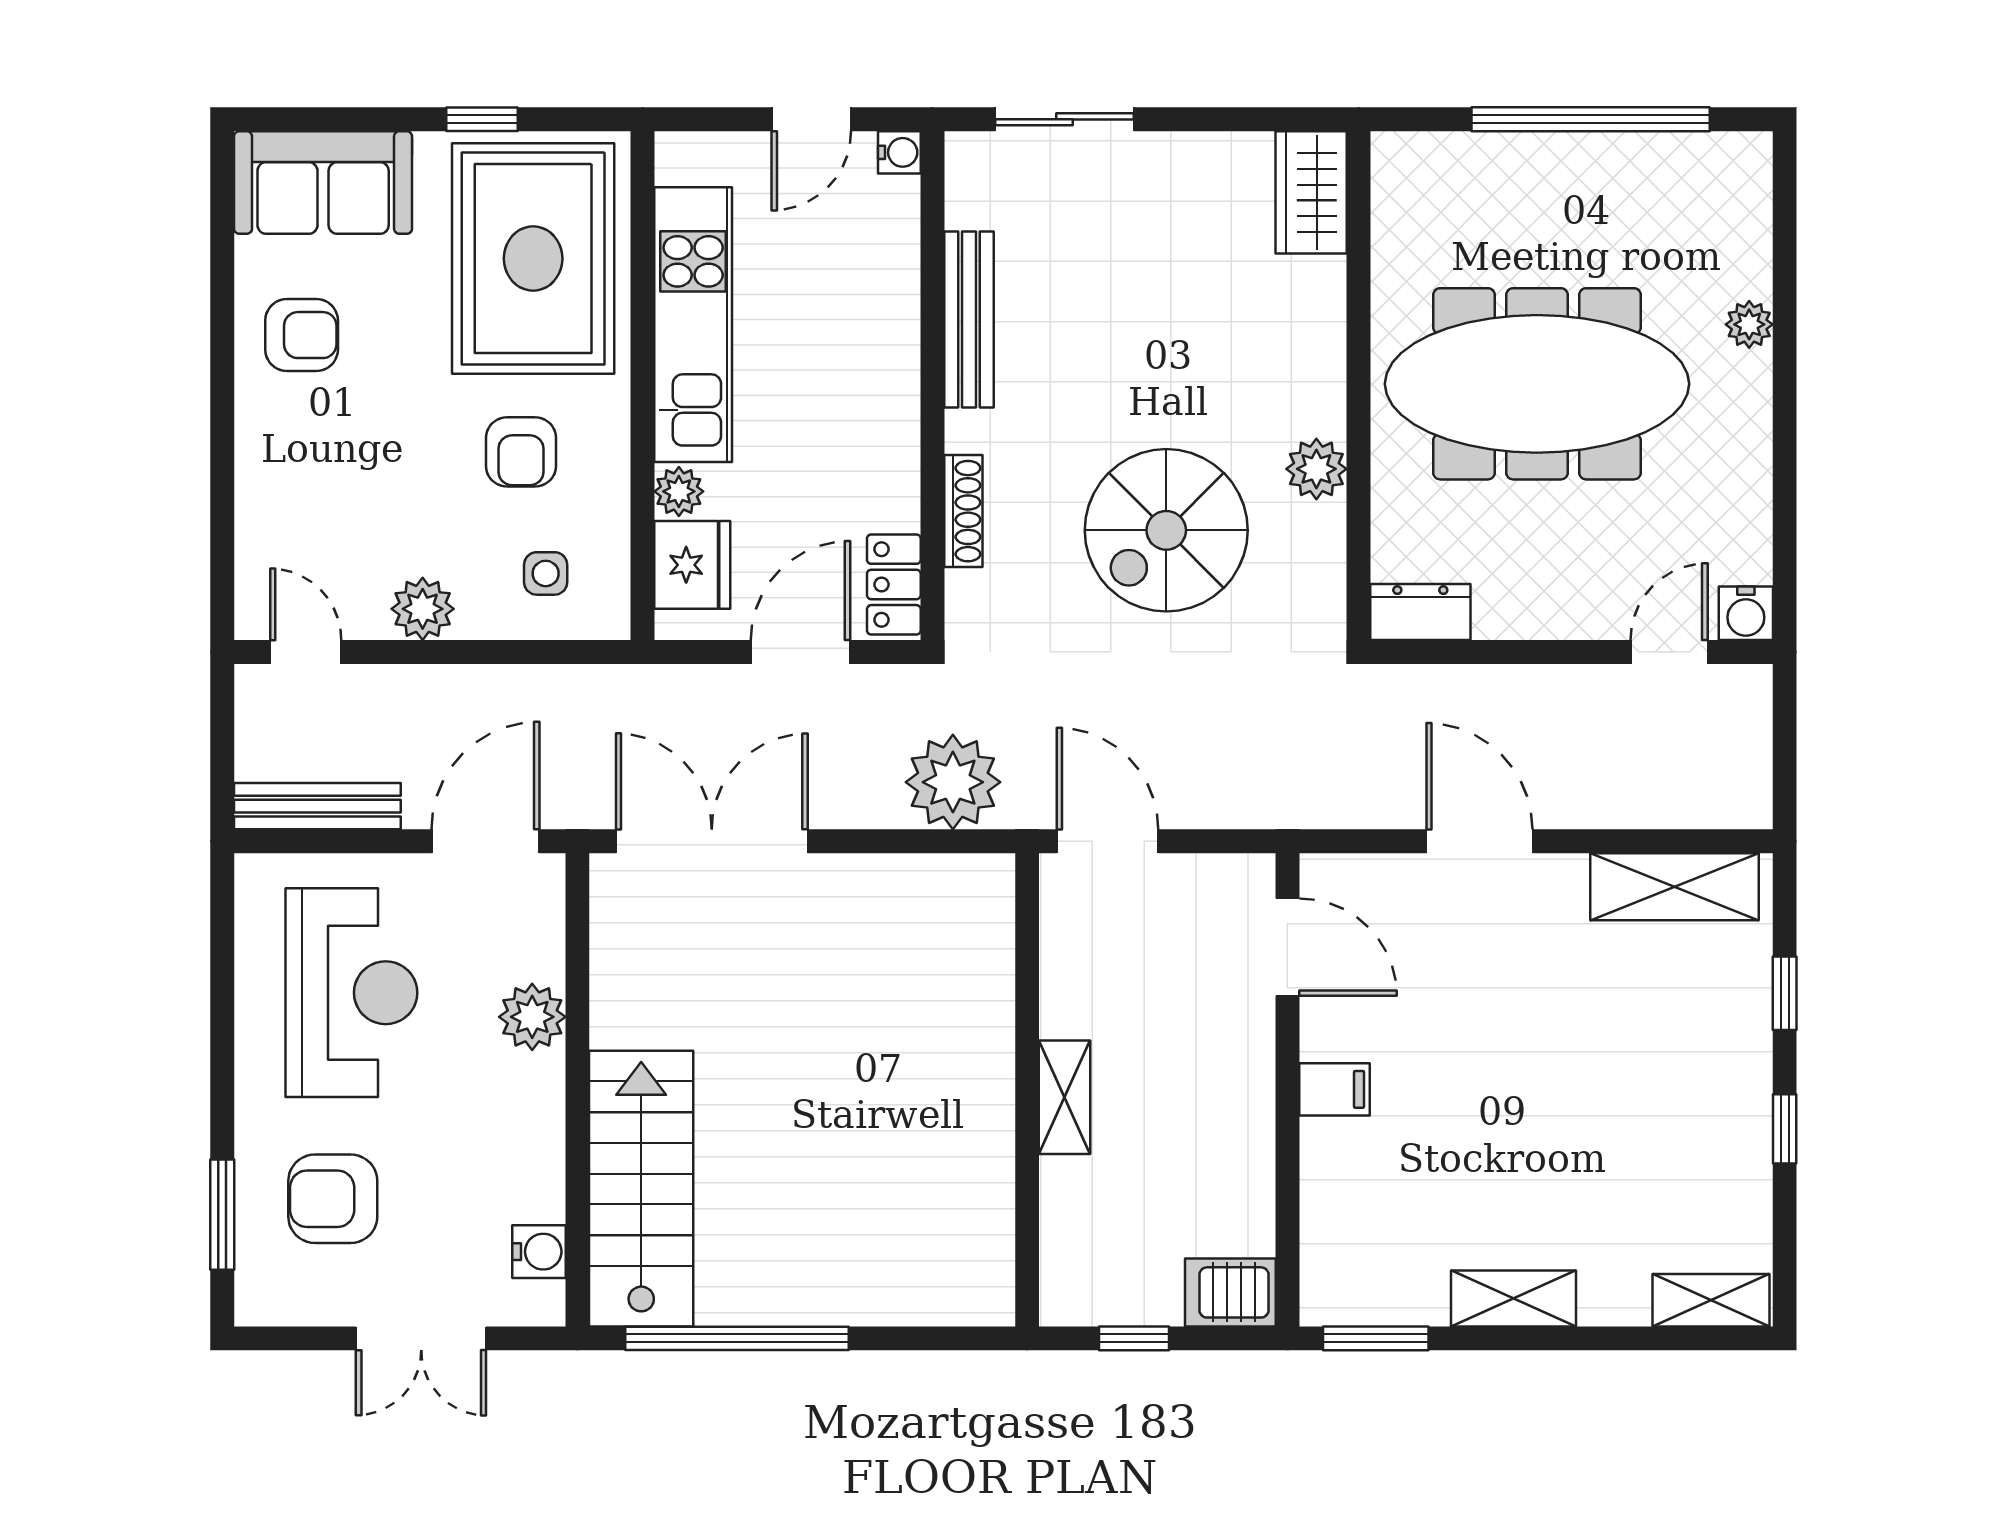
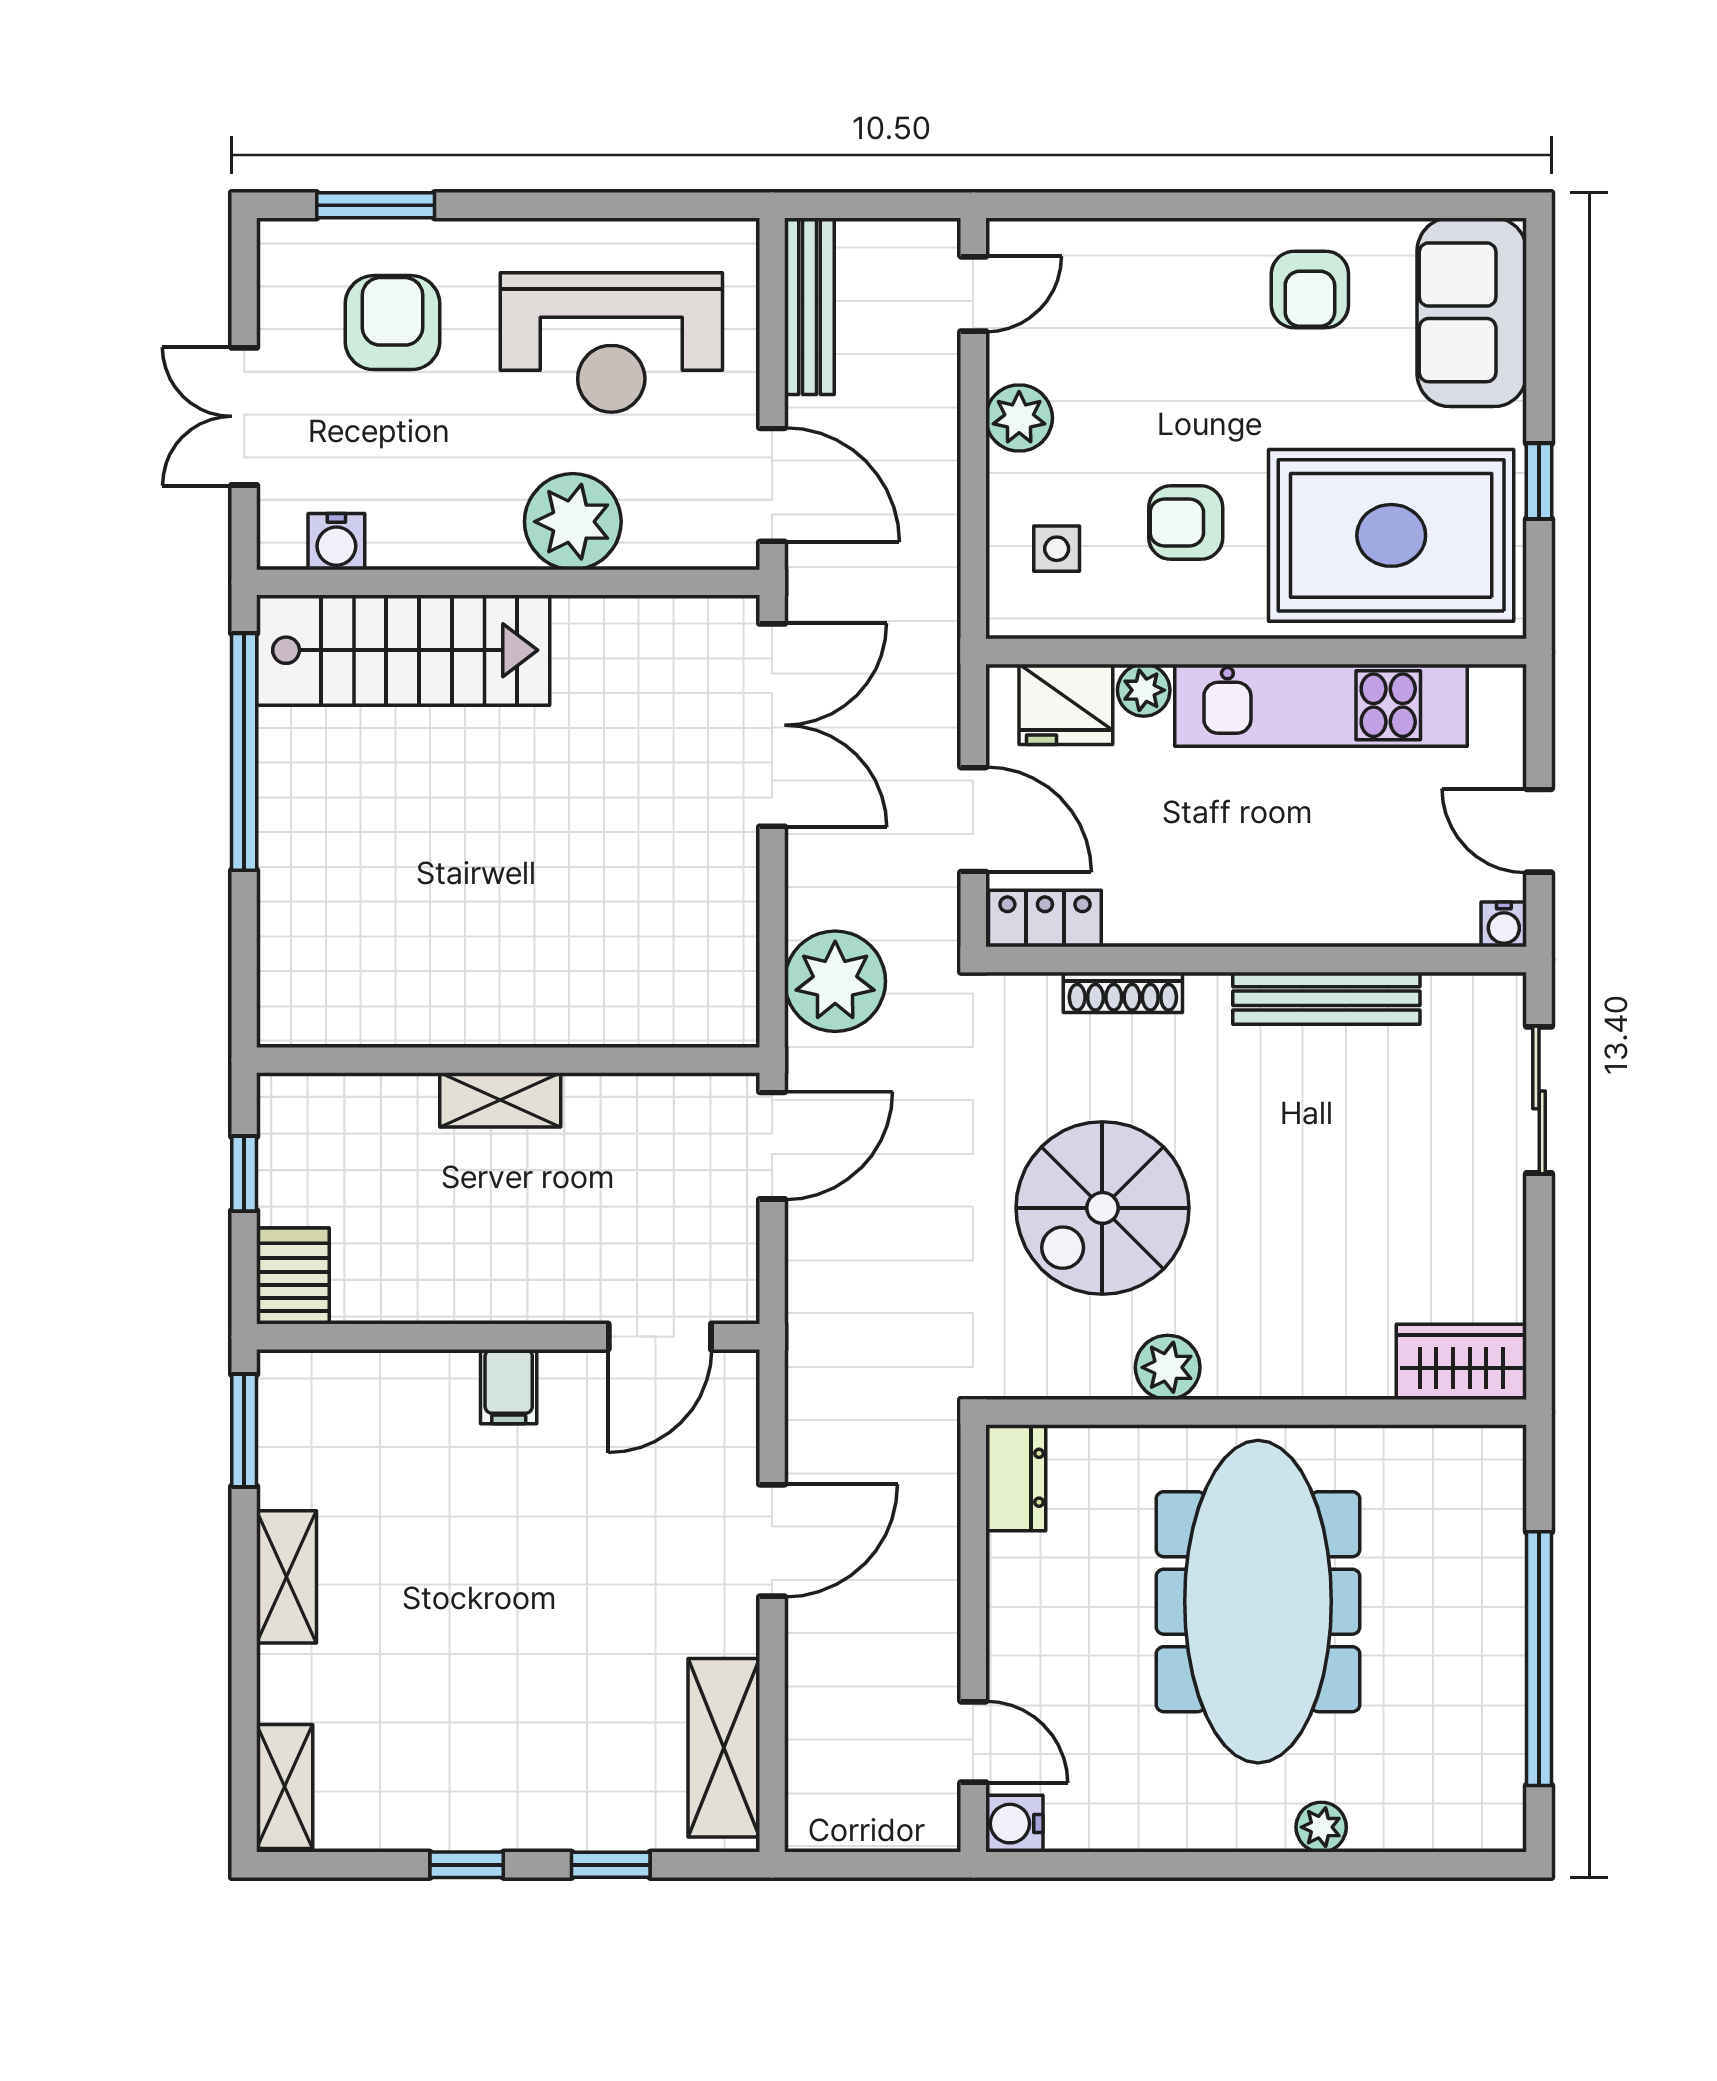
spiral stairs: (1166, 530) -> (1102, 1208), turned -90
plant: (532, 1017) -> (573, 522), width x1.36, depth x1.36

